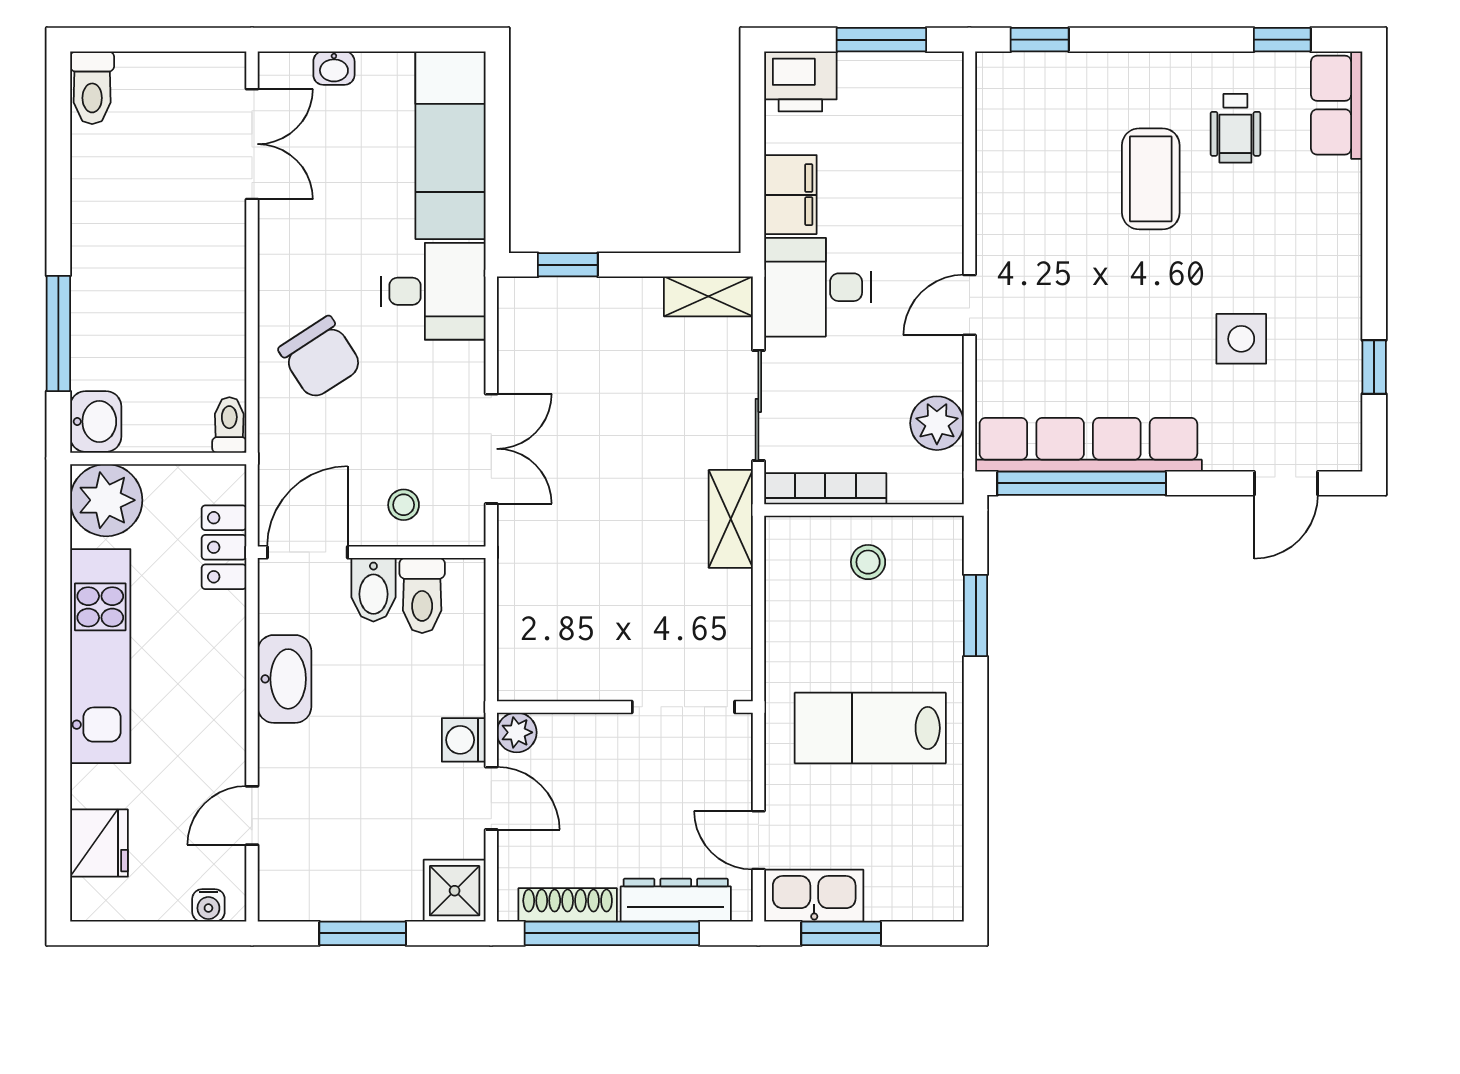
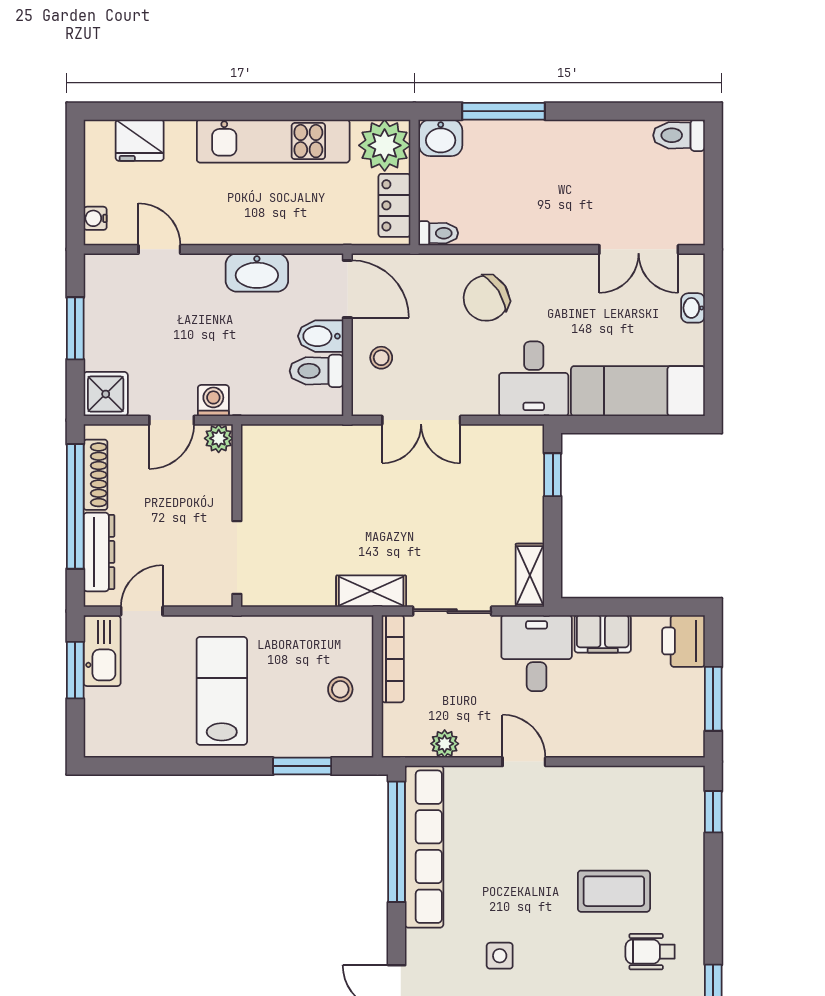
side table: (1241, 339) -> (500, 956), width x0.73, depth x0.73
plant: (937, 423) -> (445, 744), width x0.73, depth x0.73
locker: (224, 547) -> (394, 205), moved, turned -90

